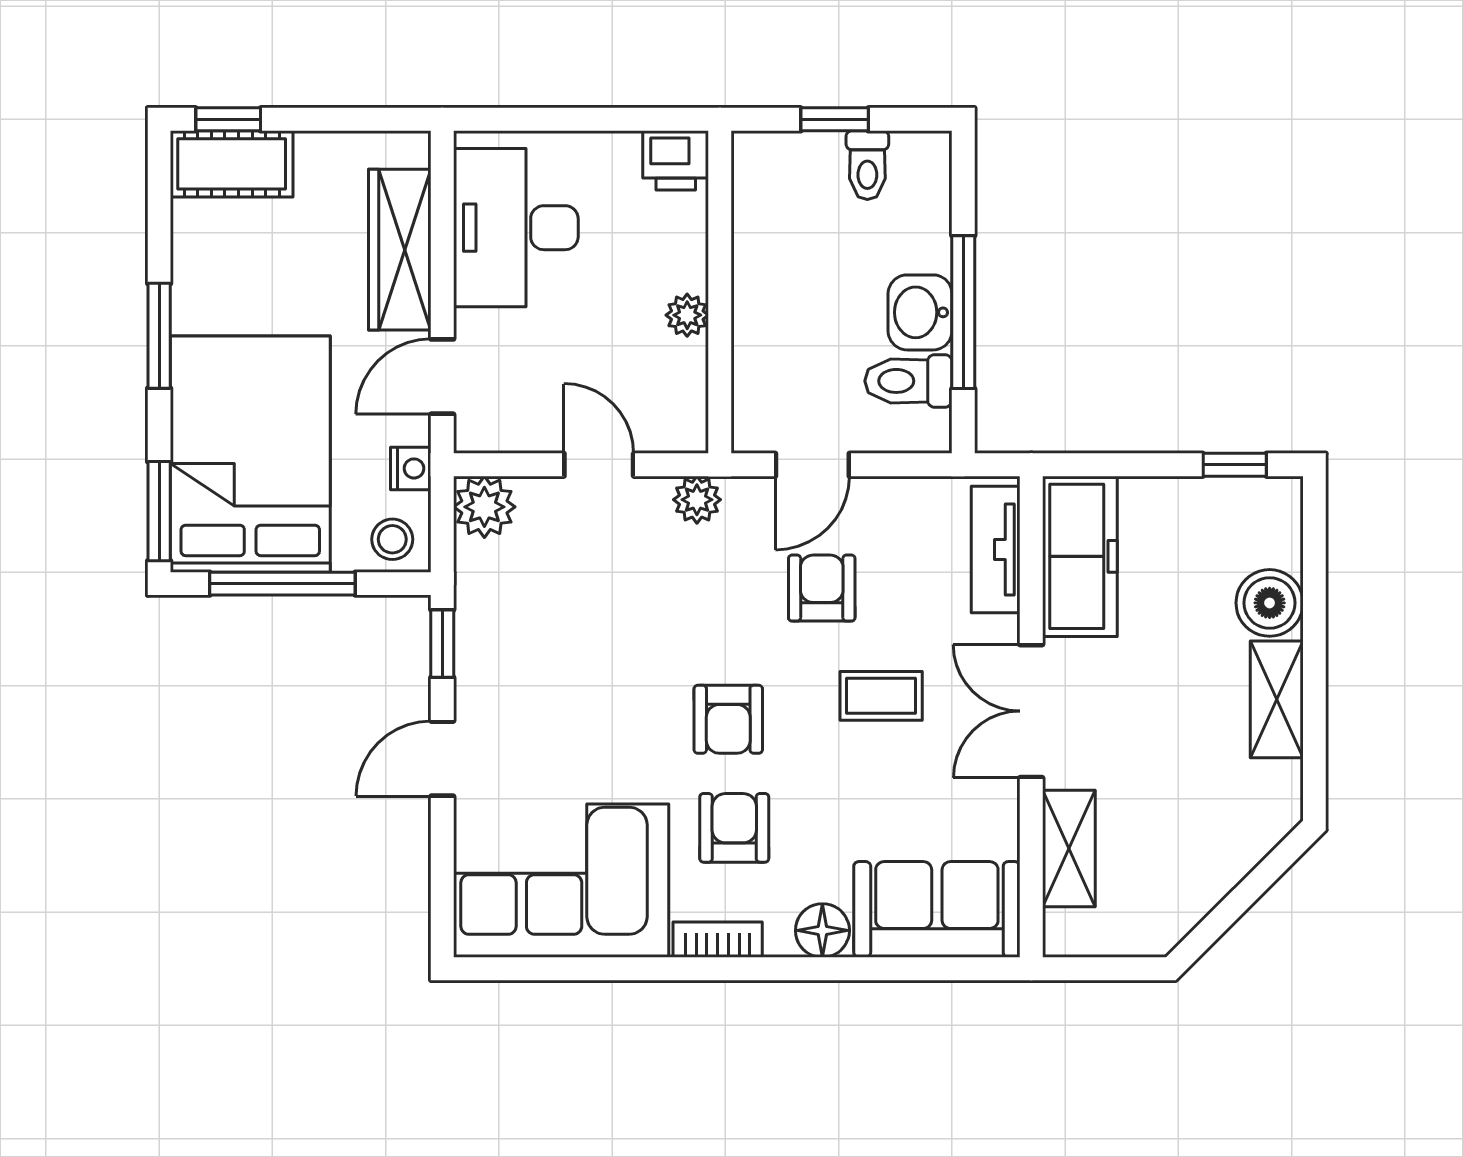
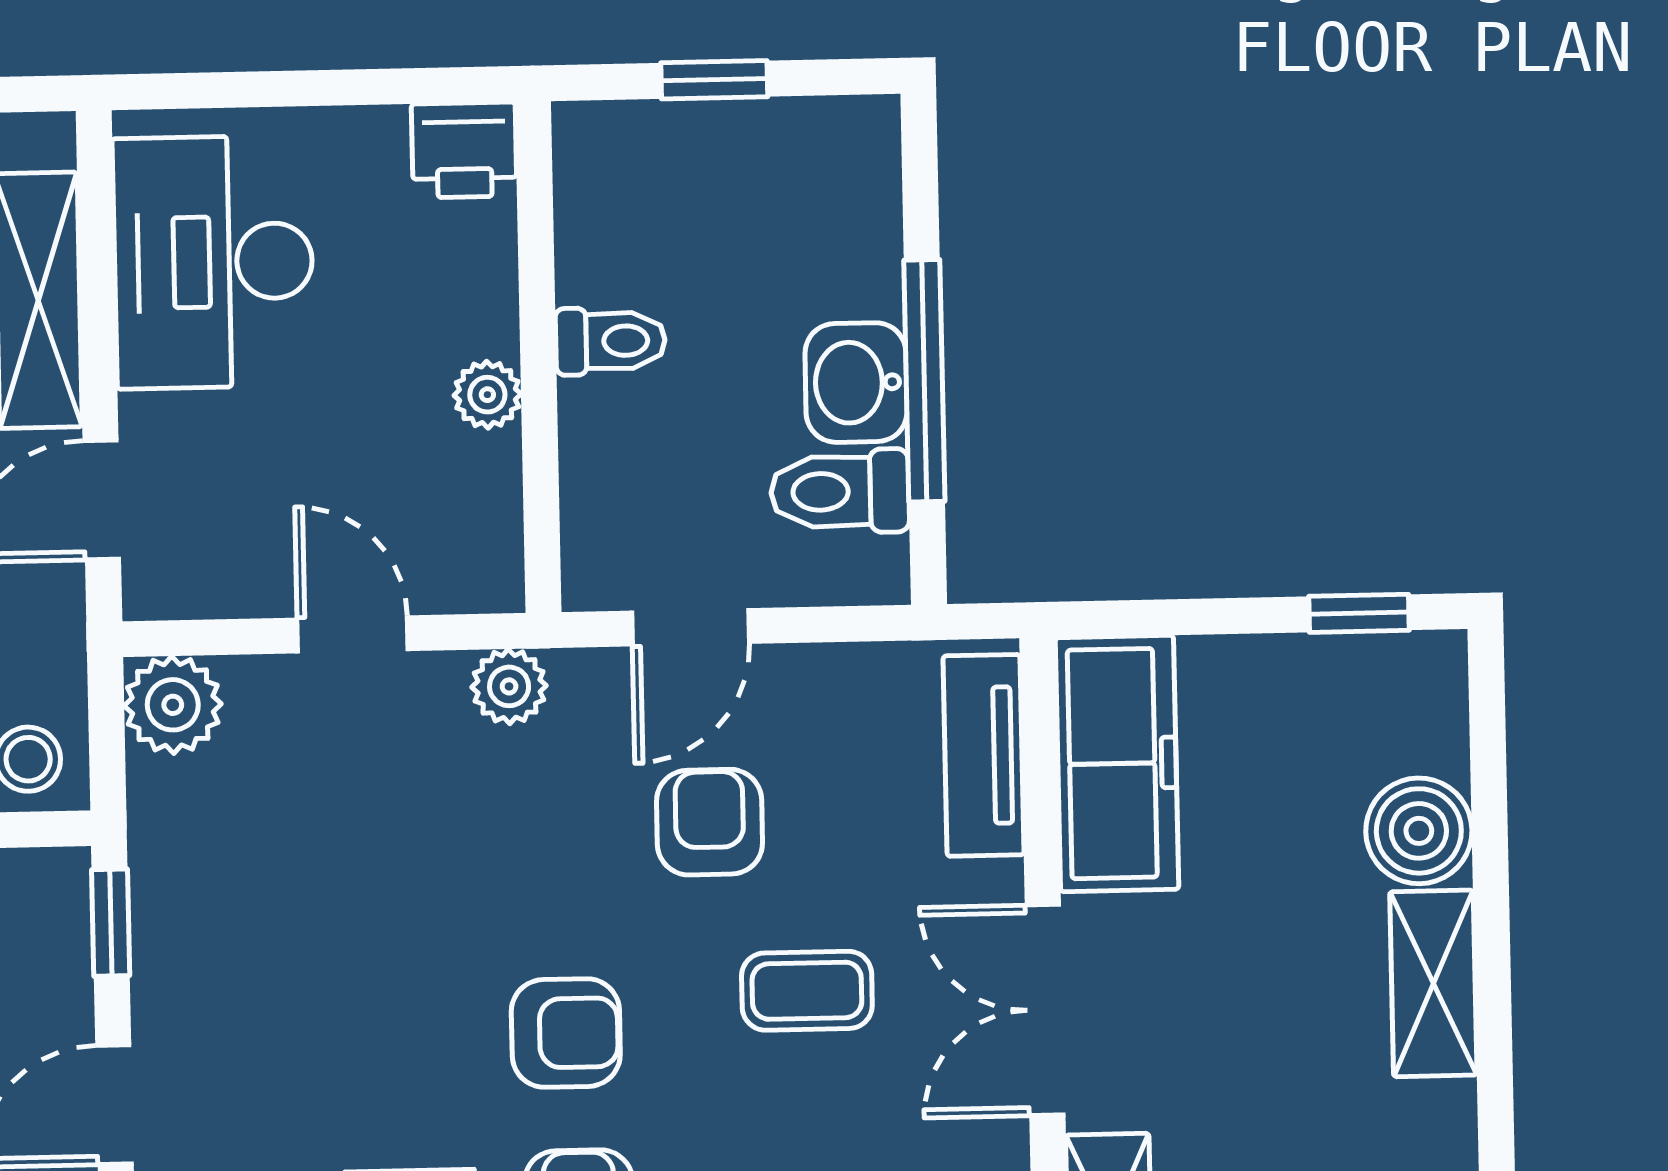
toilet: (867, 165) -> (610, 341), moved, turned -90
nightstand: (411, 468) -> (55, 646), removed
armchair: (728, 719) -> (566, 1033), turned -90

